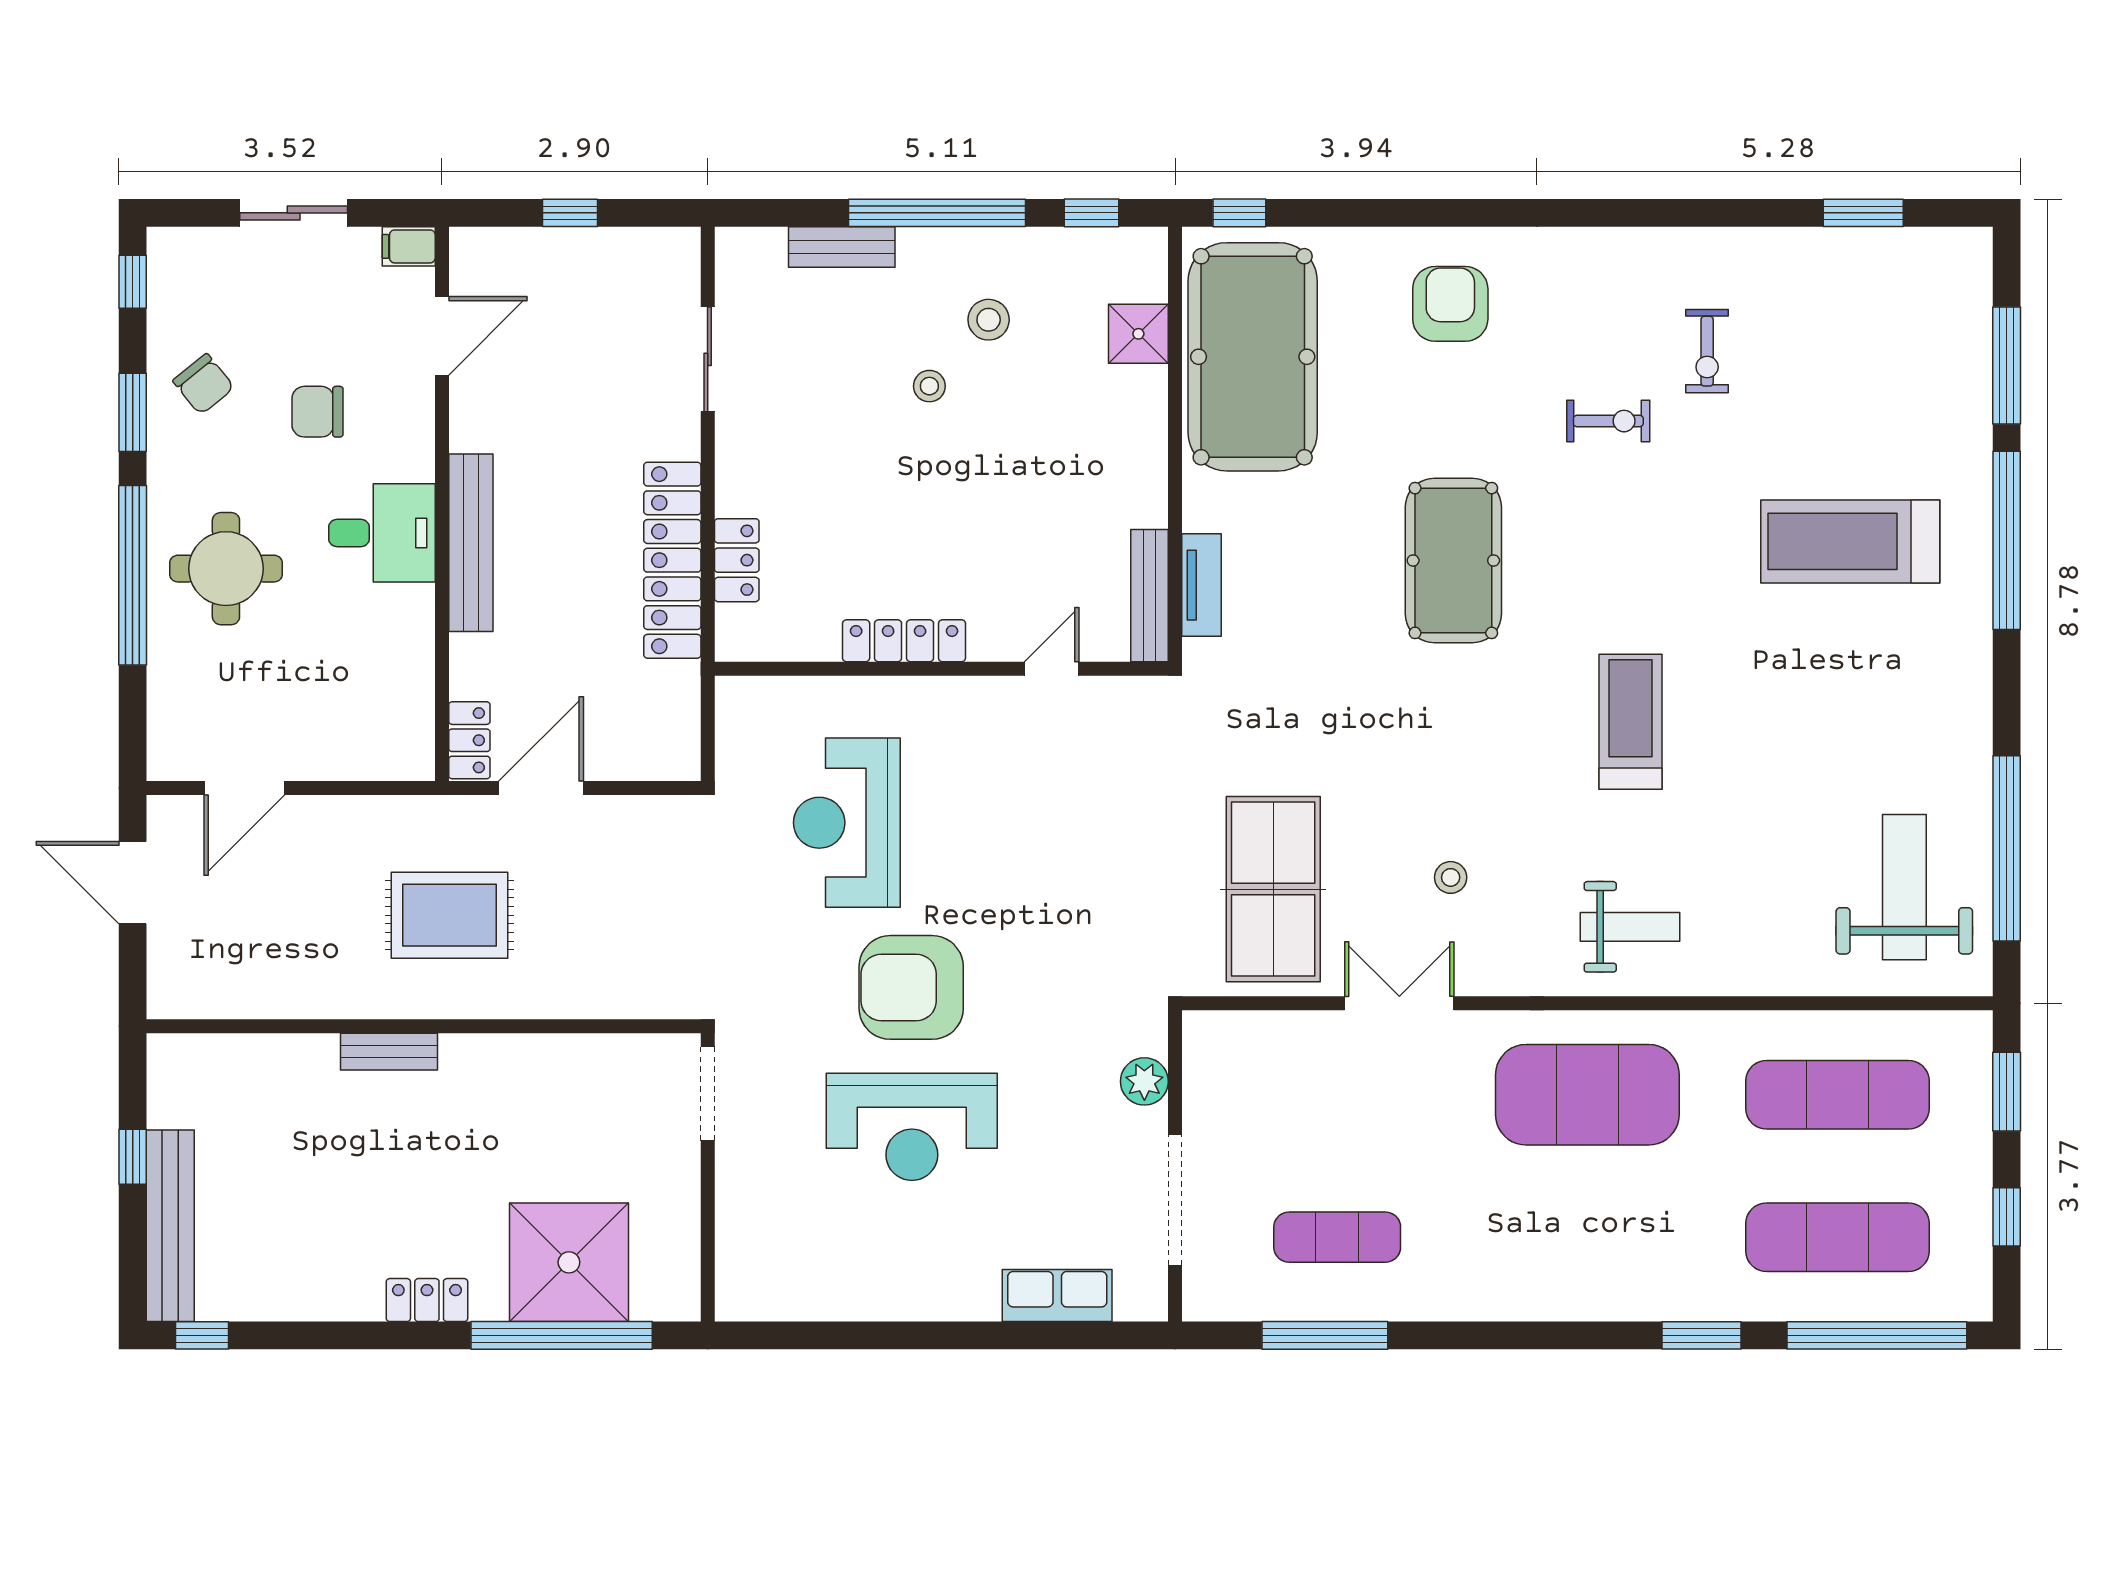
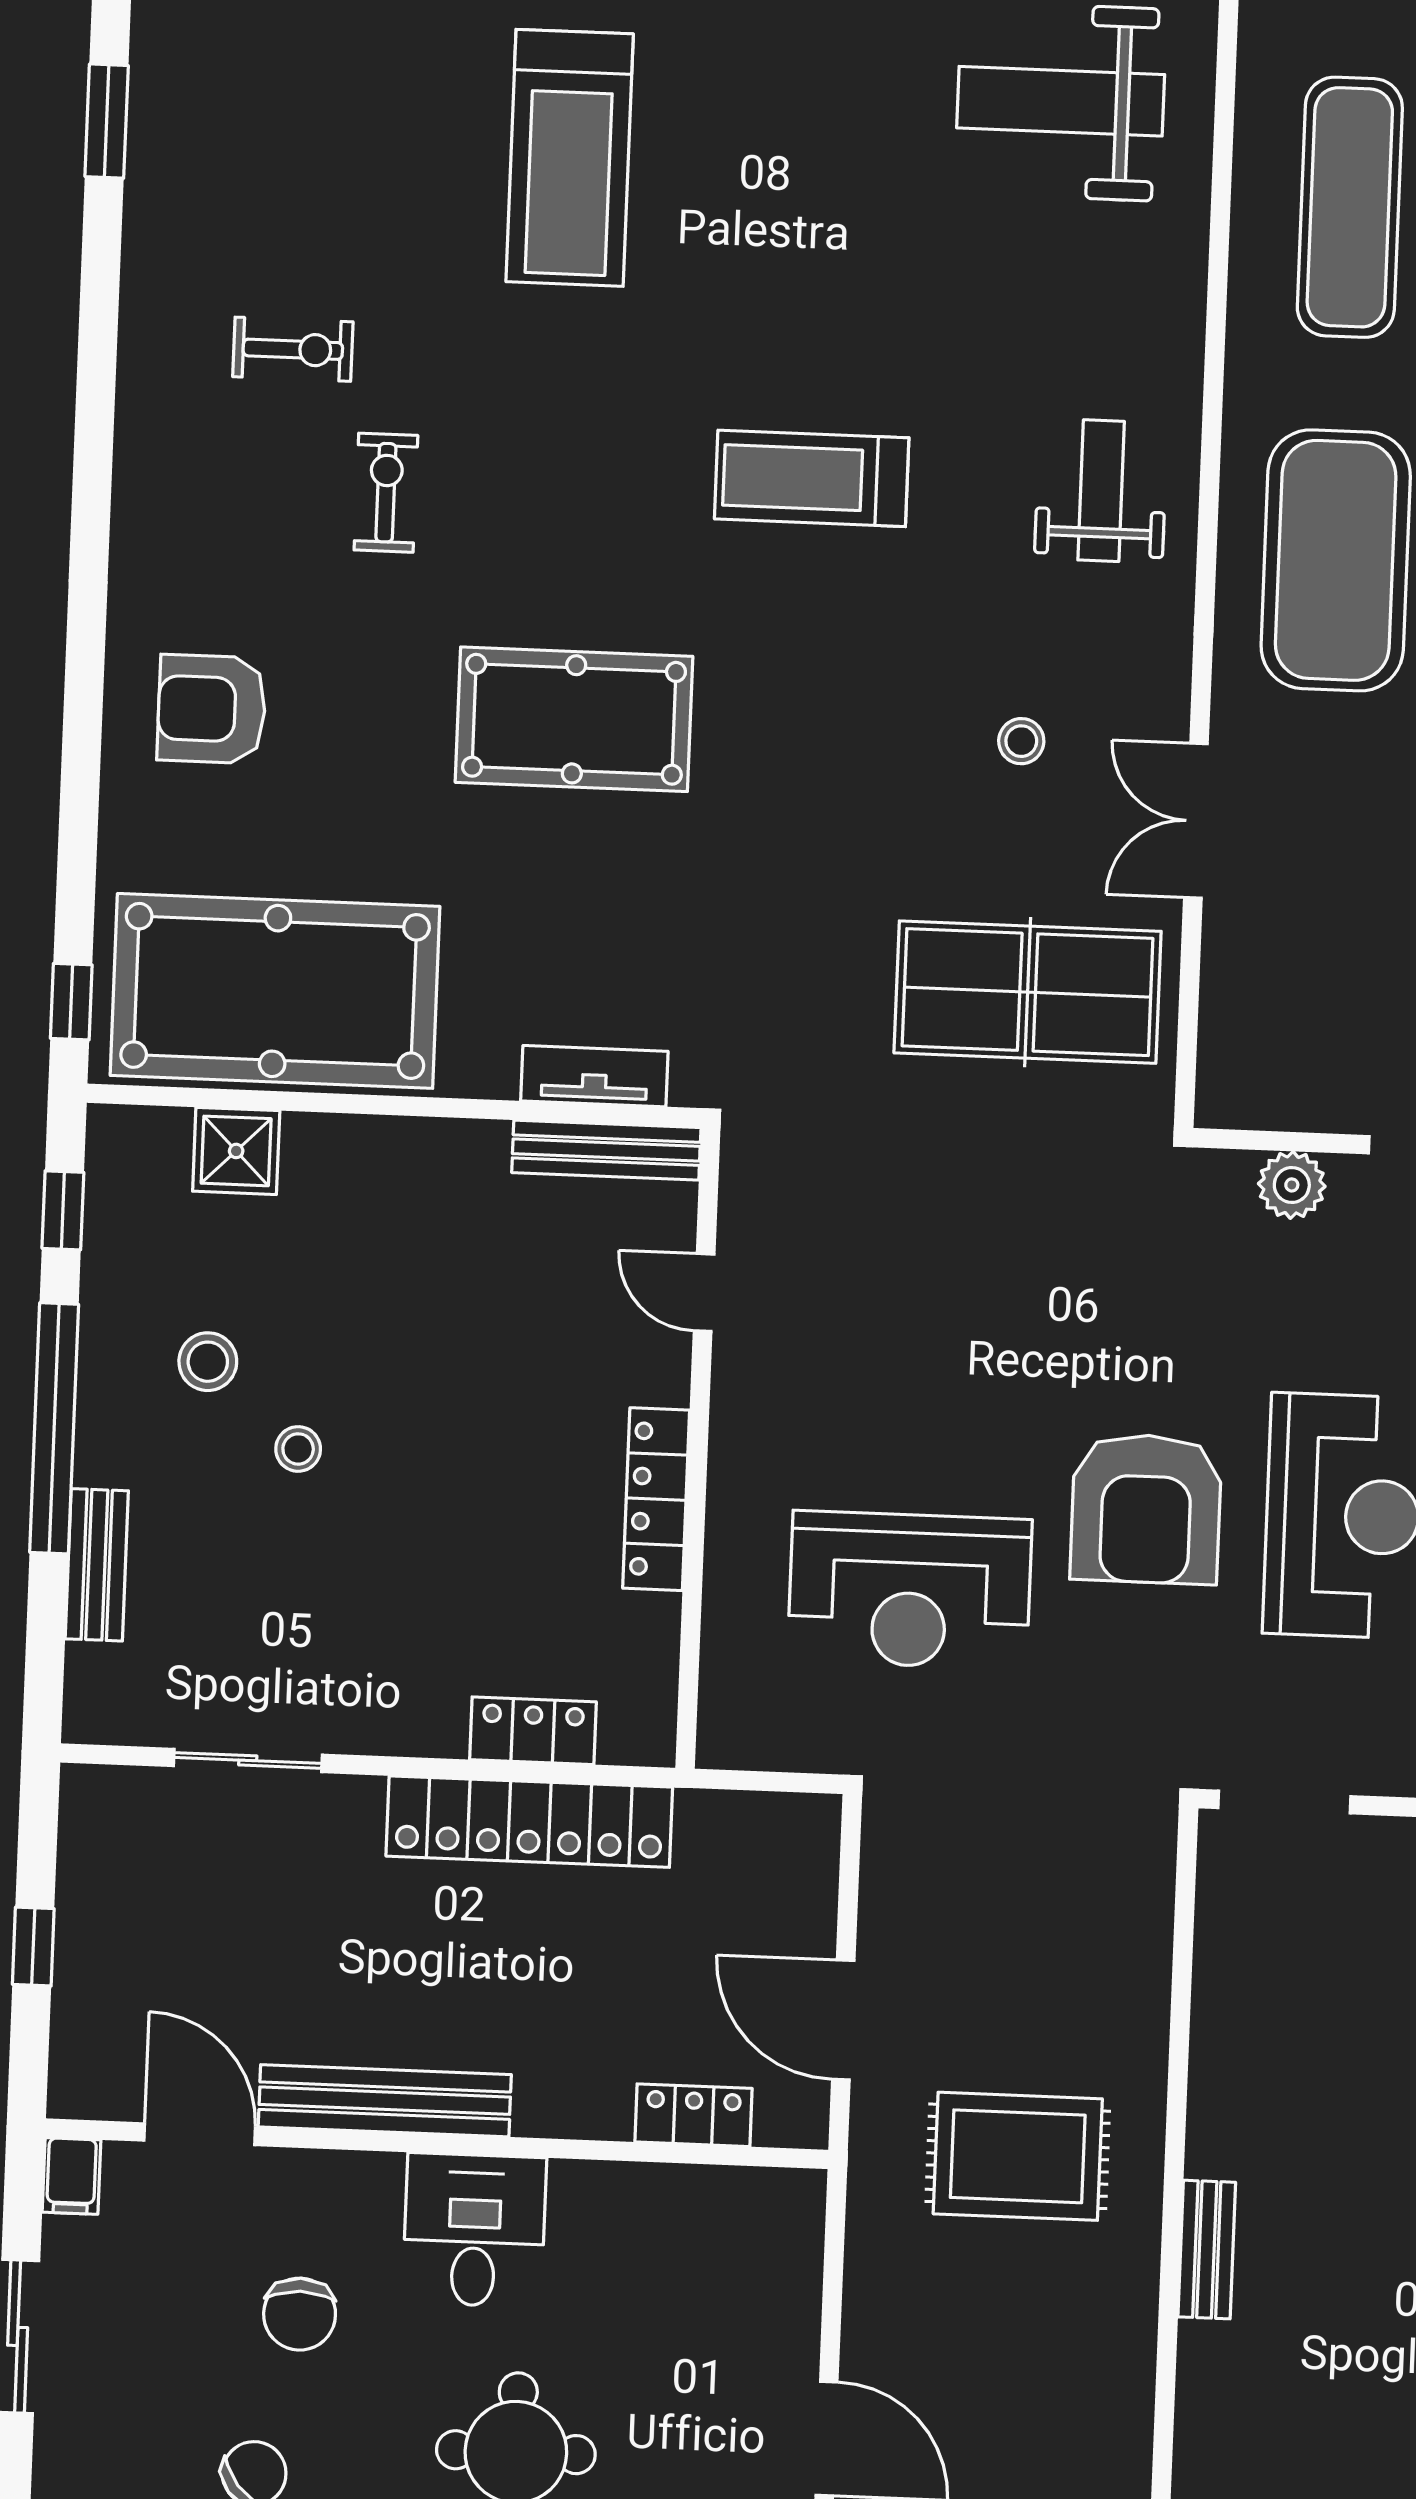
bench: (471, 543) -> (385, 2101), moved
locker: (469, 740) -> (694, 2115), moved
rug: (450, 915) -> (1018, 2156), turned 90

